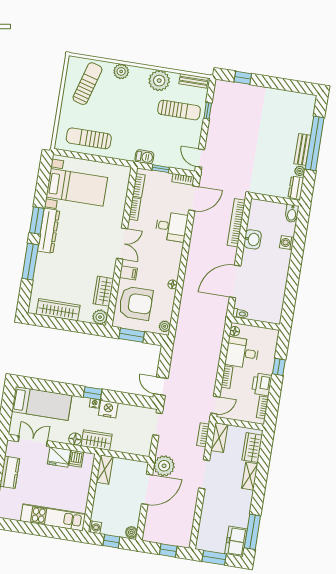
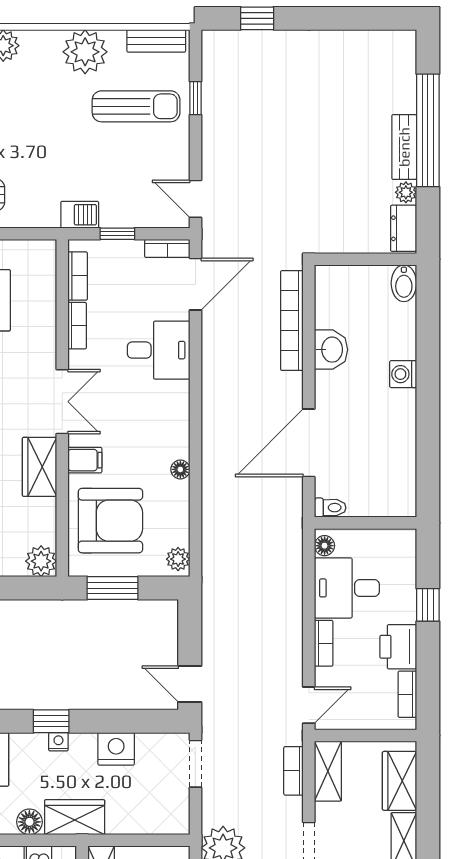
washing machine: (287, 243) -> (403, 374), moved
wardrobe: (103, 291) -> (39, 467), moved
nightstand: (108, 409) -> (116, 749), moved

